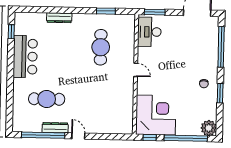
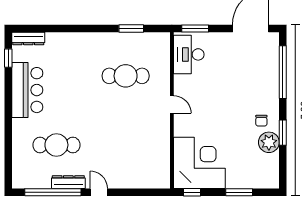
dresser: (59, 18) -> (28, 38), moved
cafe table: (101, 47) -> (126, 76), turned 90
plant: (209, 128) -> (269, 142), moved
window: (186, 138) -> (239, 192), width x0.47

